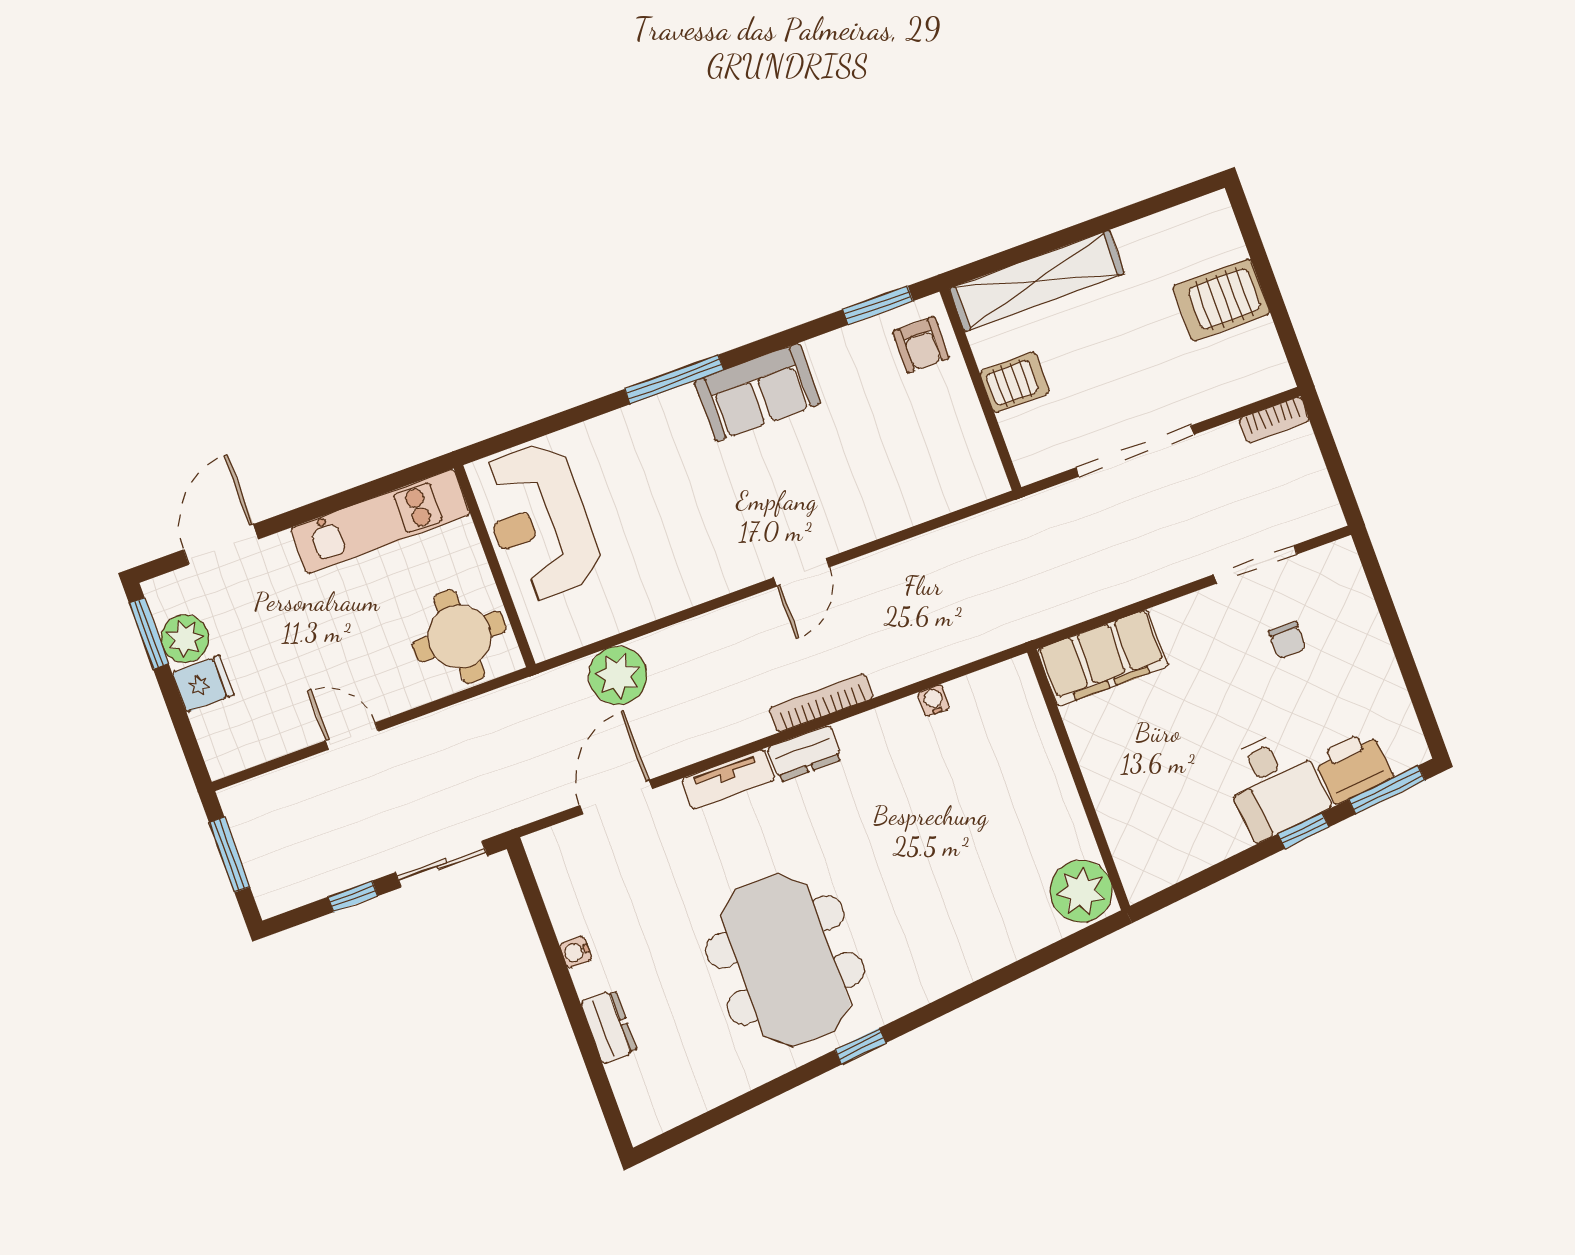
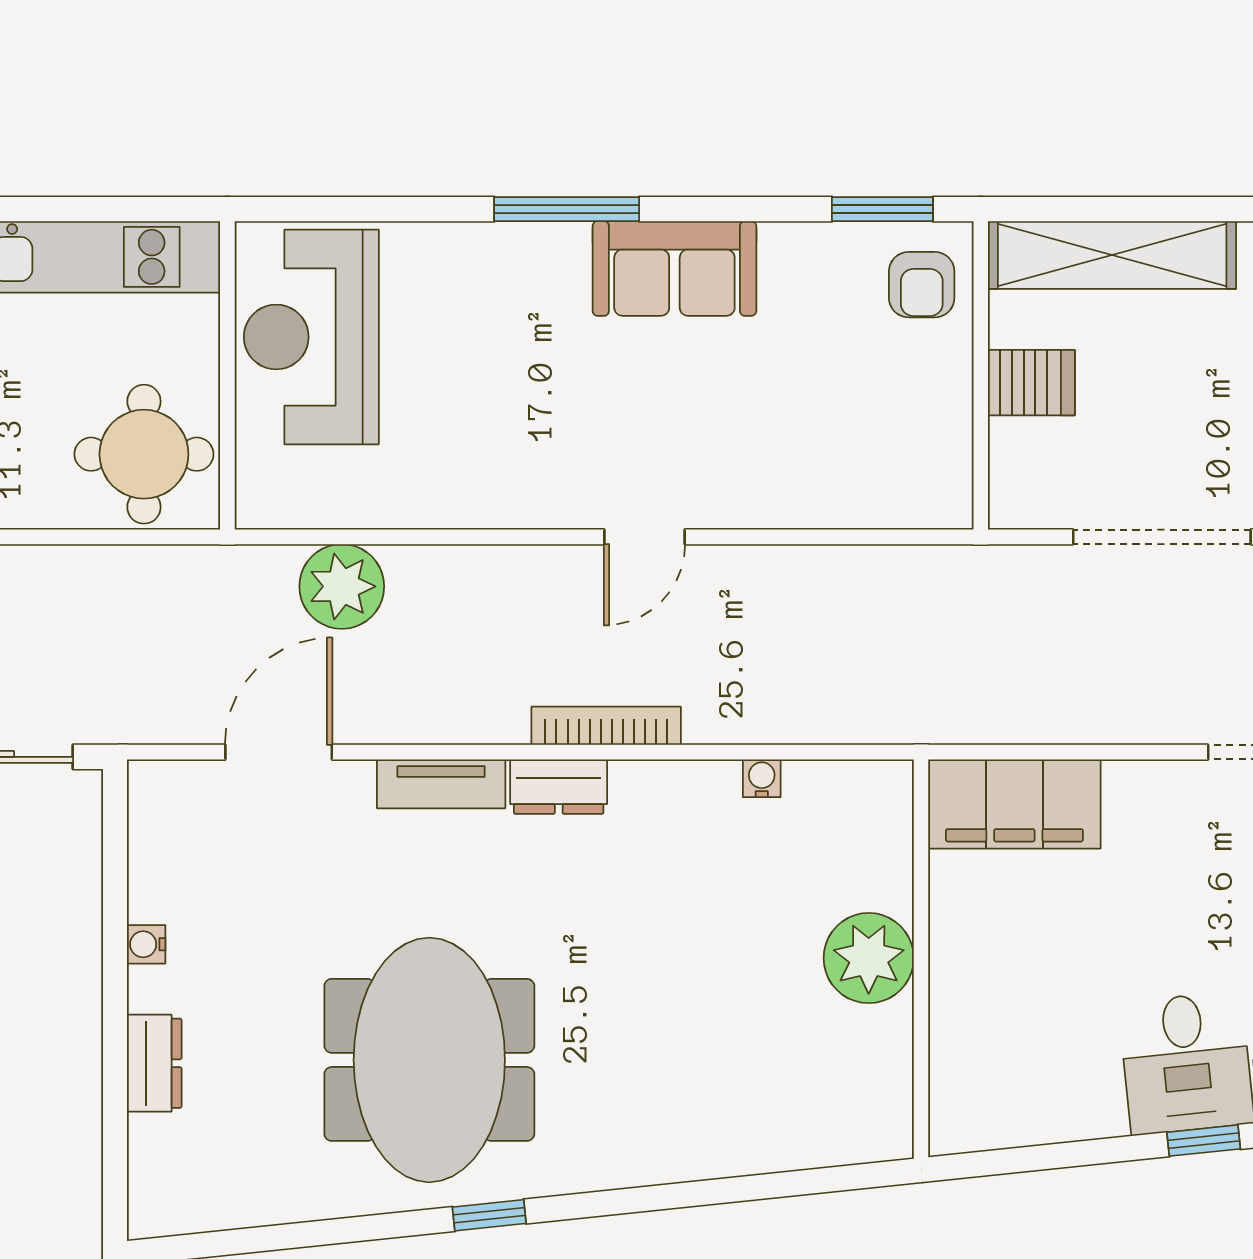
plant: (1081, 891) -> (869, 958), moved

